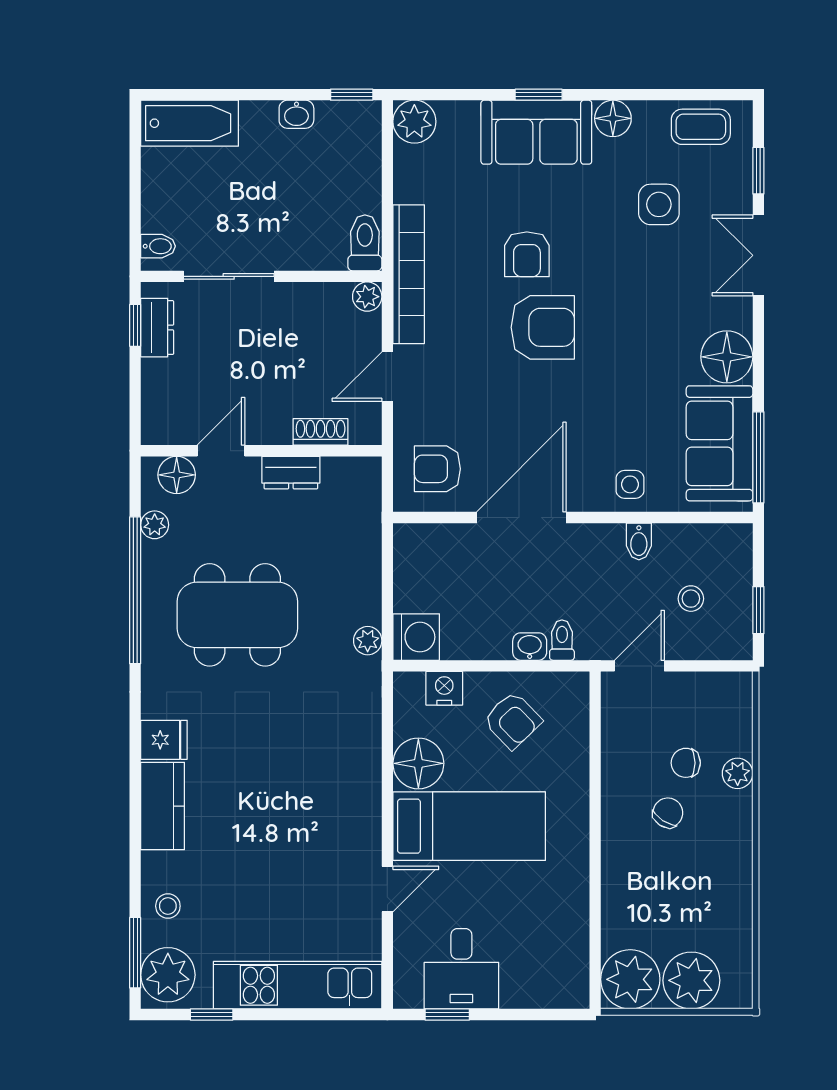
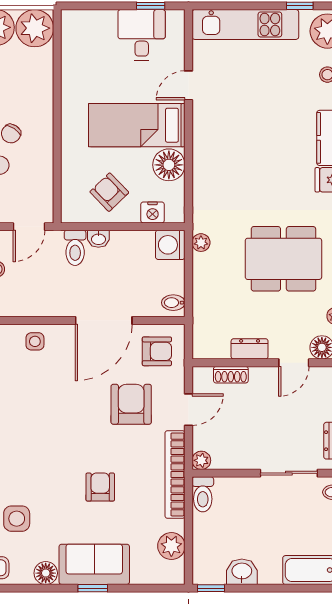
washbasin: (296, 114) -> (242, 572), width x1.38, depth x1.45
plant: (414, 122) -> (171, 546), moved
armchair: (543, 327) -> (131, 404), moved, turned 90
bidet: (639, 541) -> (173, 303), moved, turned -90
toilet: (562, 640) -> (75, 248), width x1.37, depth x1.39

